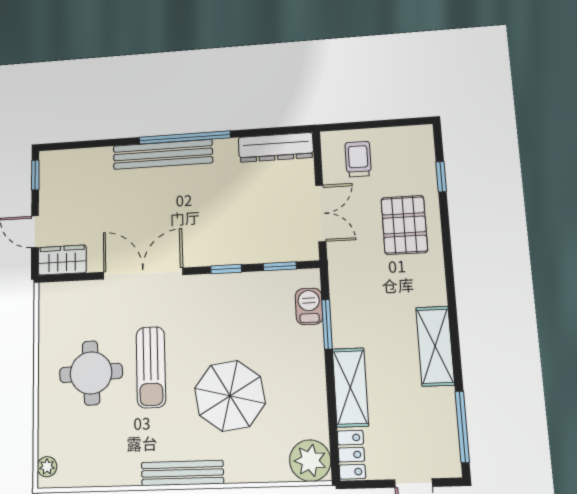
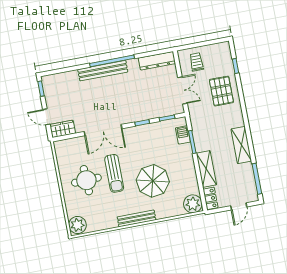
double door: (143, 273) -> (103, 130), swing flipped
plant: (47, 467) -> (77, 225), width x1.88, depth x1.88

